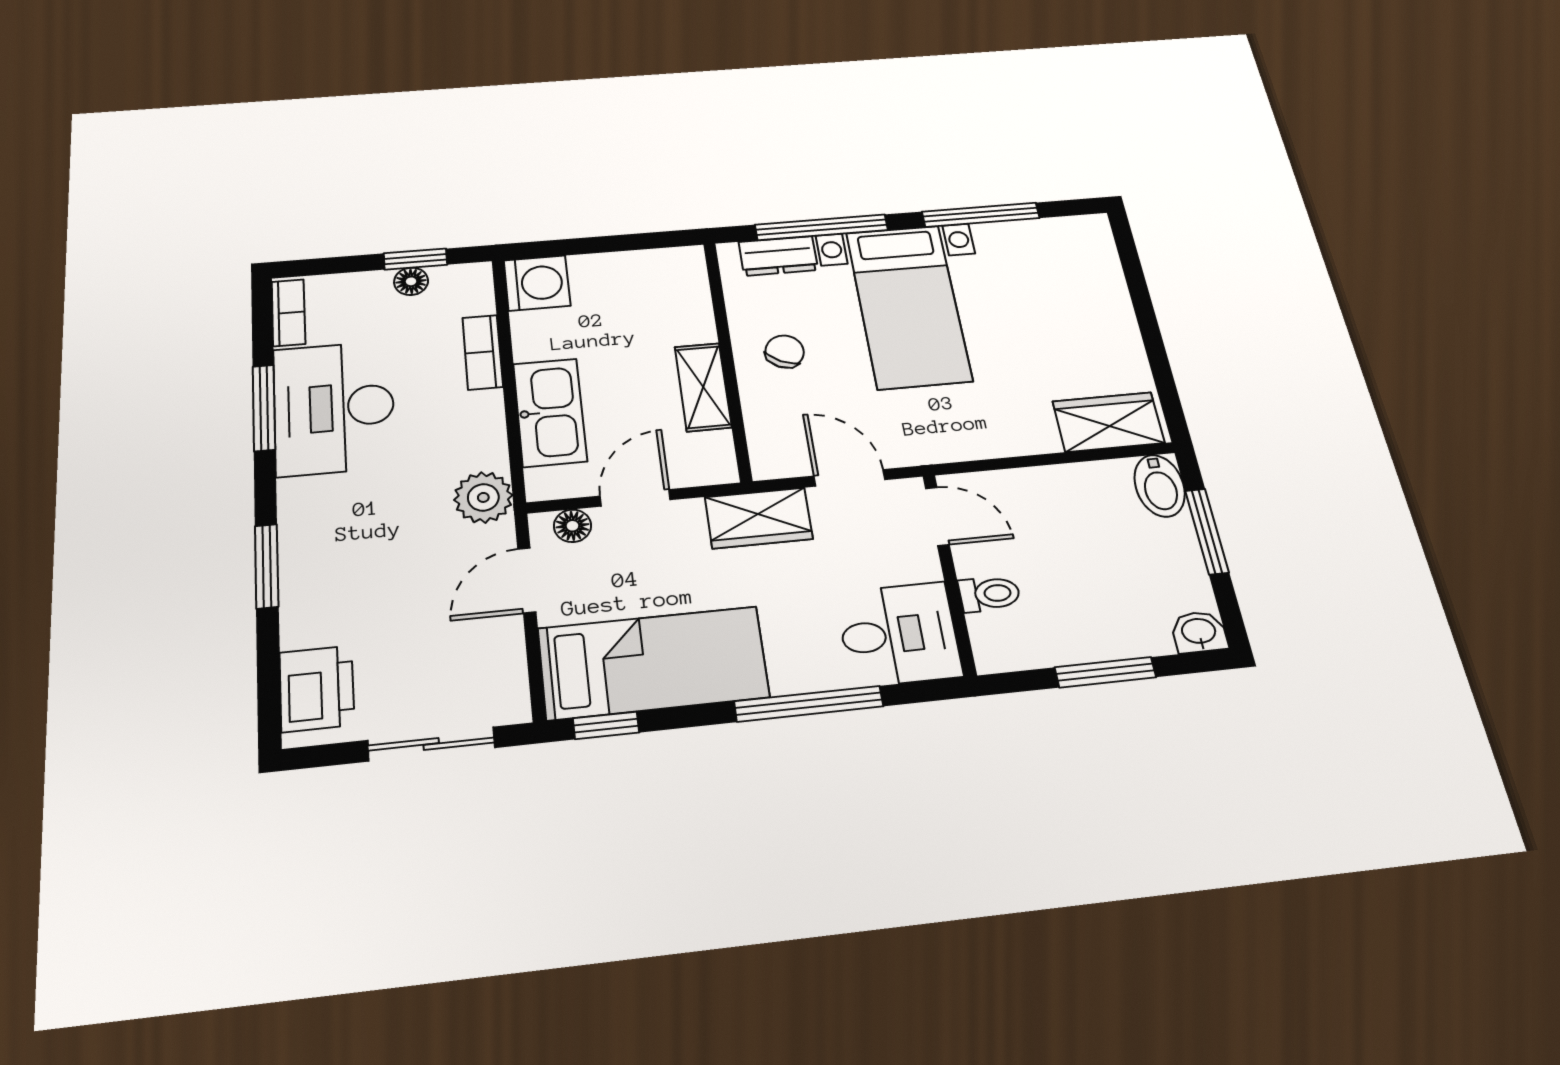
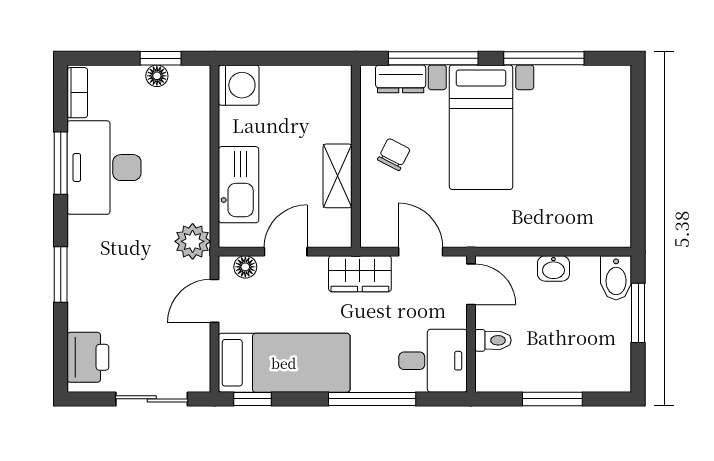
bookcase: (483, 352) -> (199, 135), removed
wardrobe: (1108, 422) -> (594, 229), removed
washbasin: (1199, 632) -> (553, 268), moved, turned 180

